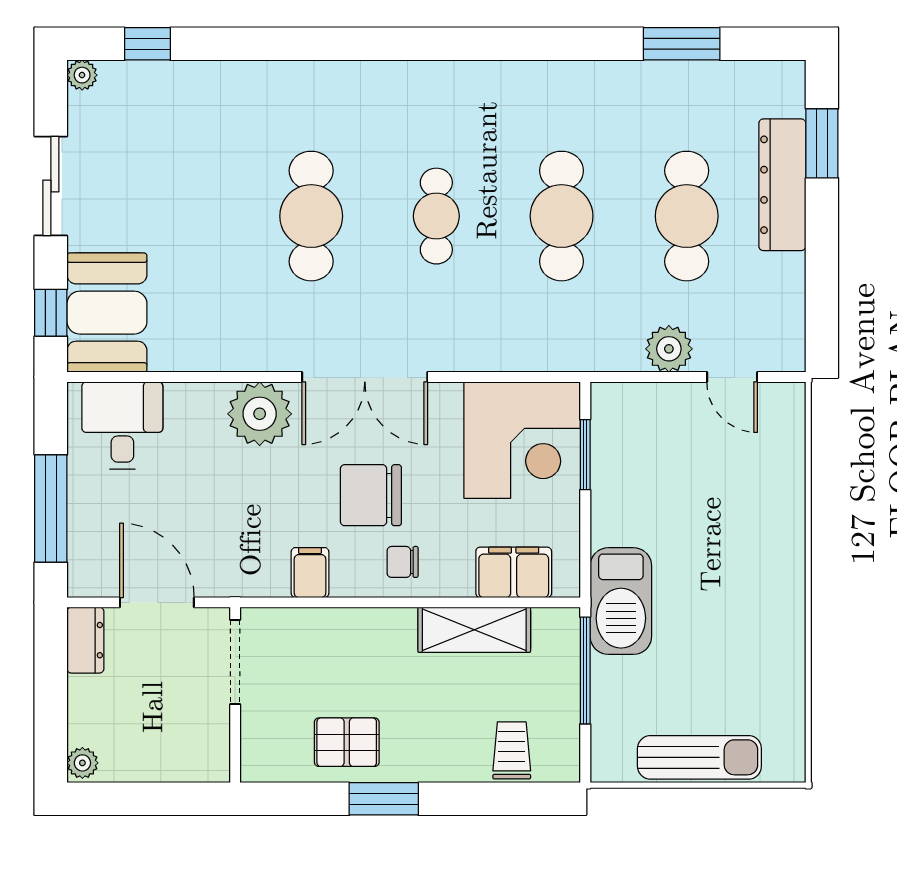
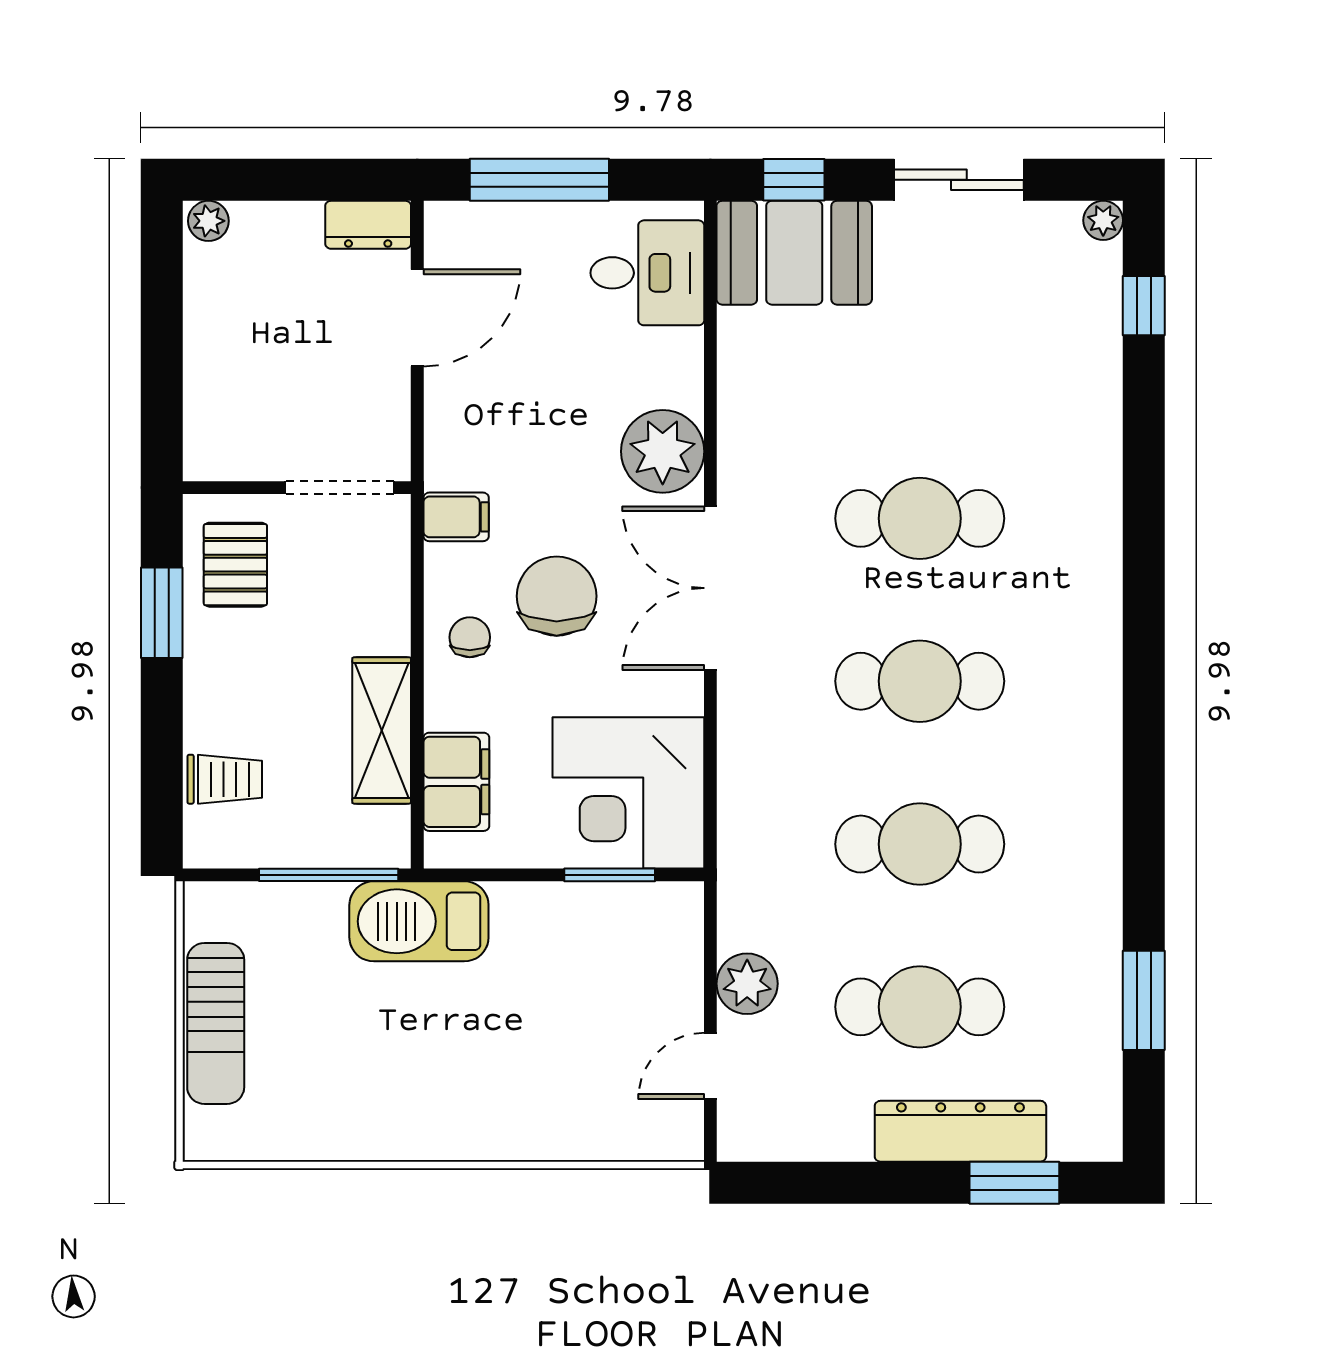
cafe table: (436, 216) -> (920, 681), width x1.37, depth x1.35
doorway: (235, 662) -> (340, 488), moved
wall: (235, 695) -> (297, 488), moved

